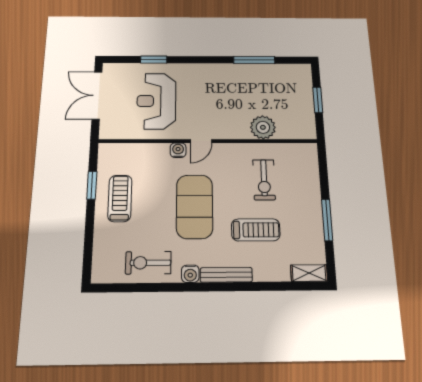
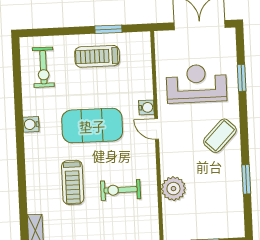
window: (254, 60) -> (246, 179), width x0.69
coffee table: (210, 82) -> (220, 136), added
treadmill: (120, 198) -> (97, 56), turned 180
exercise bike: (148, 263) -> (43, 67), moved, turned 180
bench: (226, 275) -> (31, 156), removed

